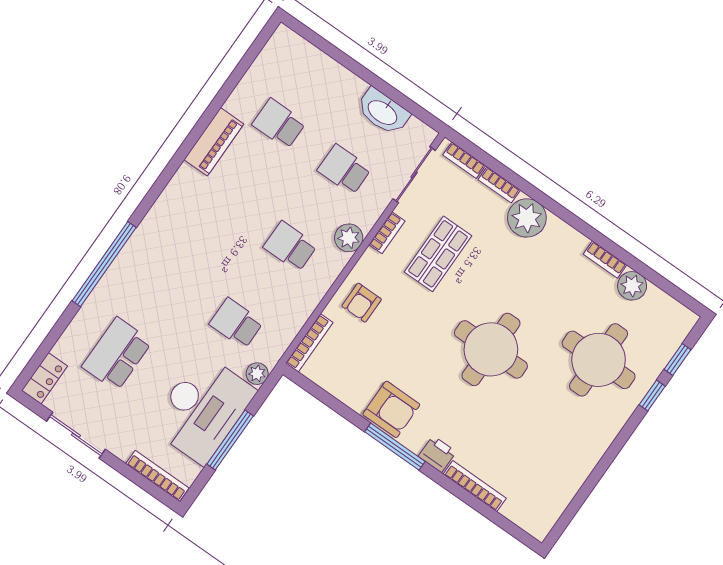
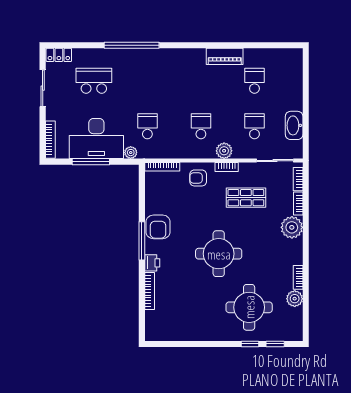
bookcase: (387, 233) -> (227, 167), moved

